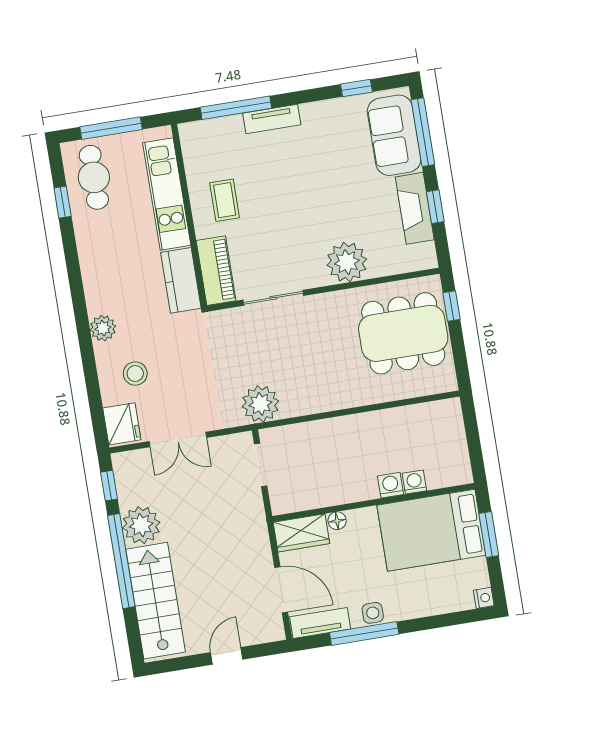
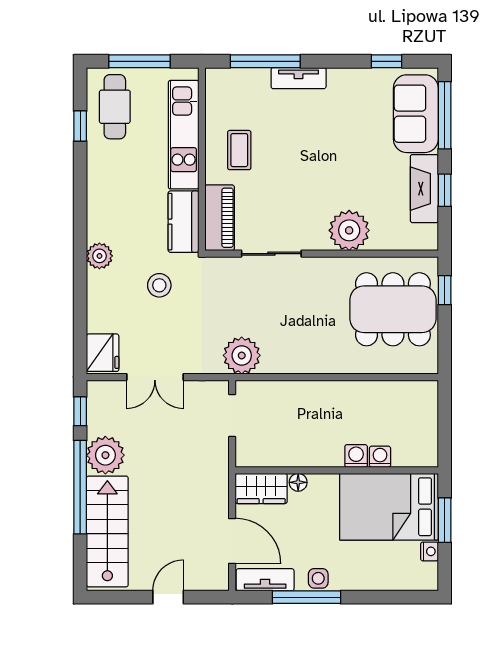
stool: (135, 374) -> (159, 285), moved
nightstand: (484, 598) -> (429, 551), moved

